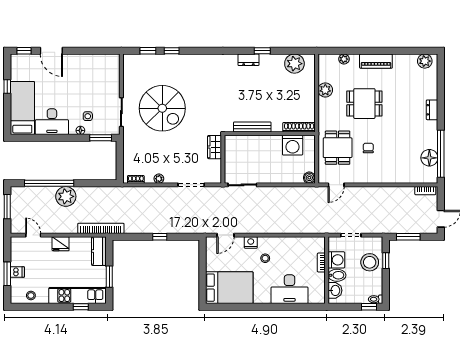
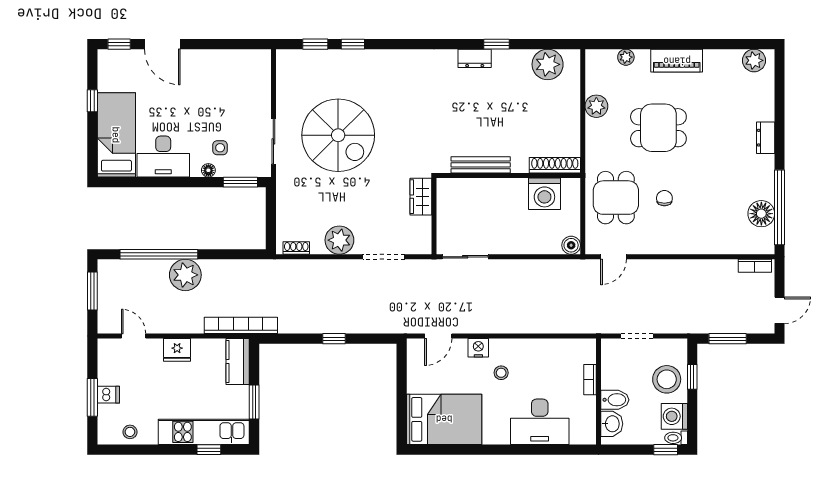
plant: (159, 179) -> (339, 240), width x1.88, depth x1.88
washing machine: (336, 260) -> (674, 416), moved, turned 180

